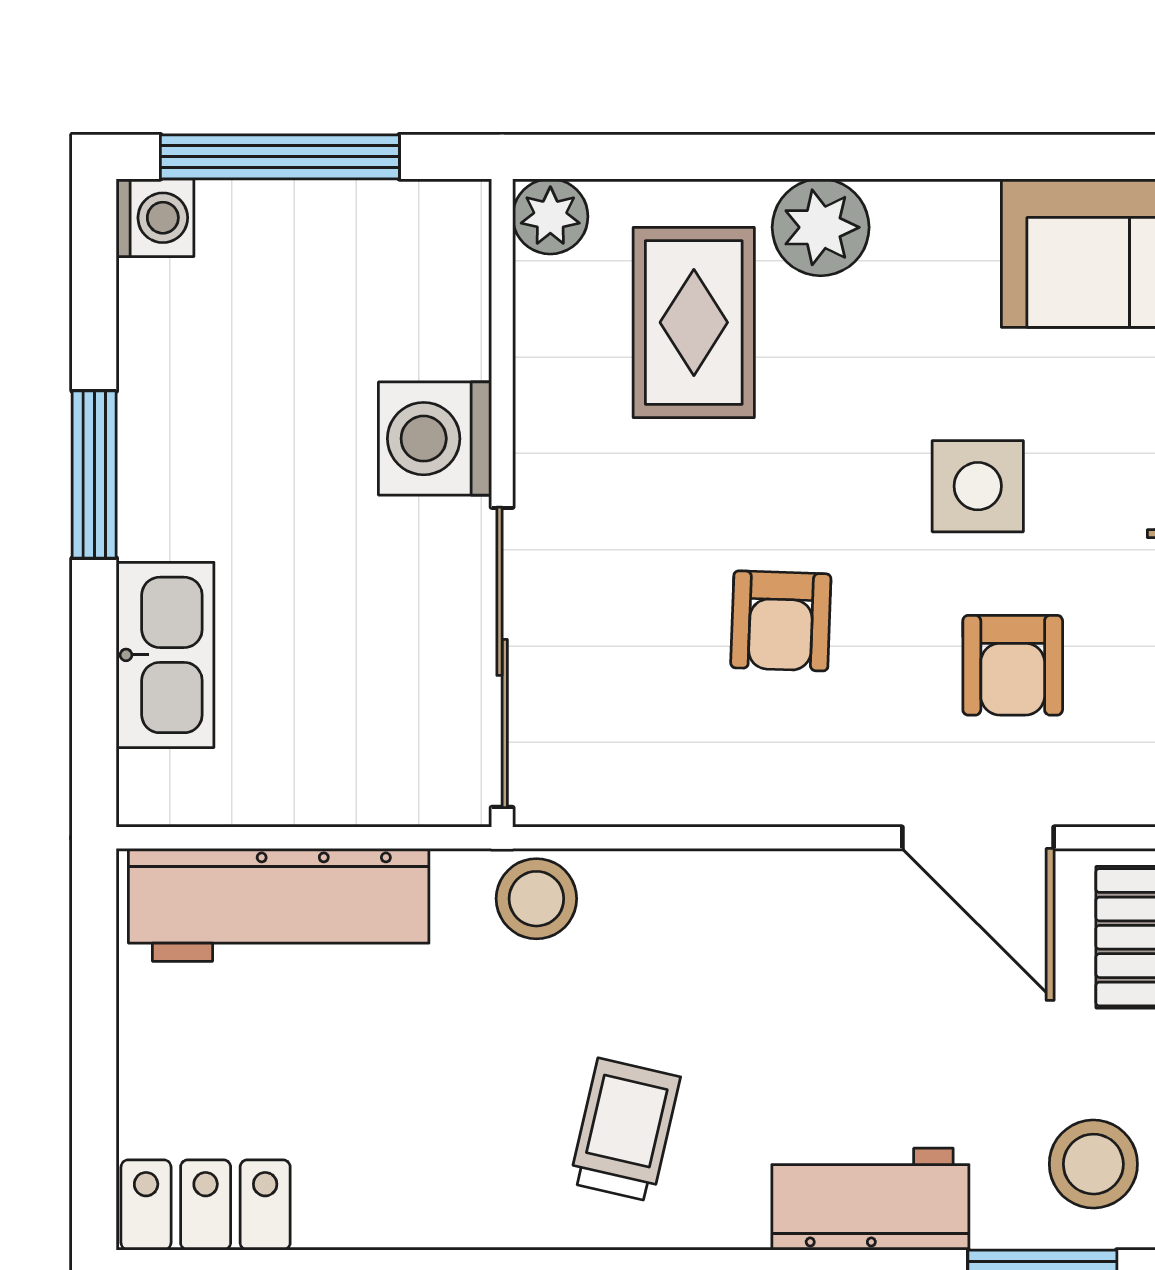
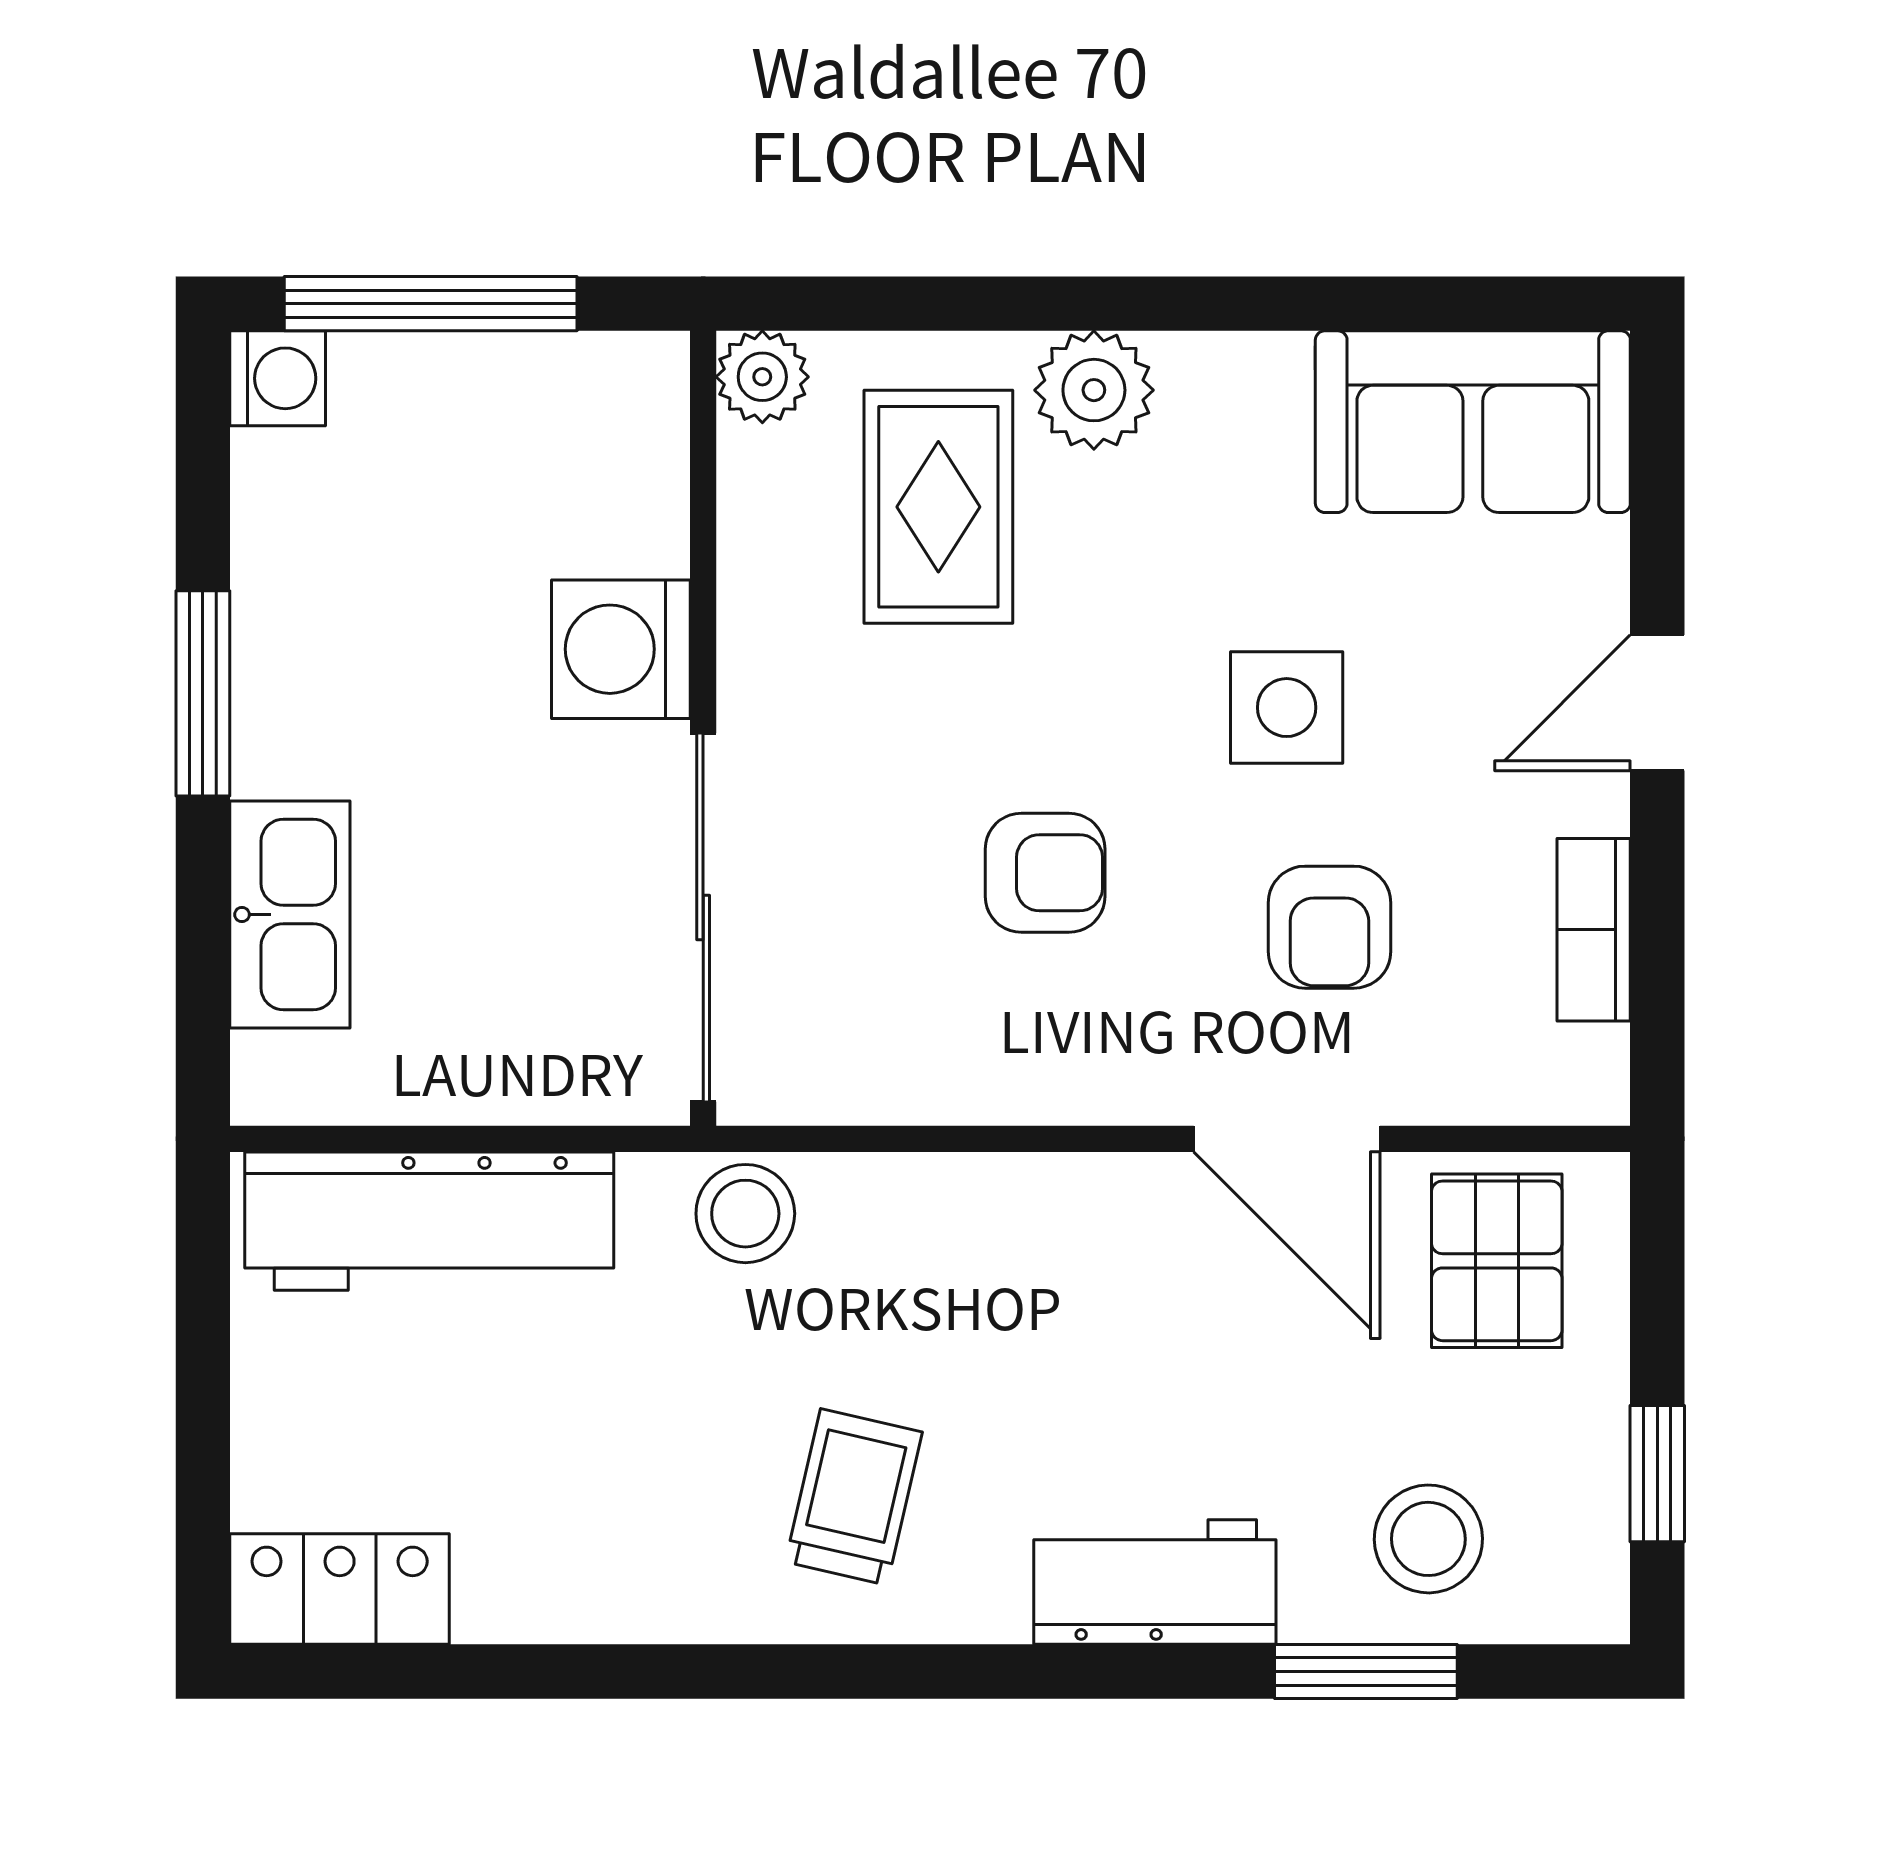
armchair: (781, 621) -> (1045, 873), turned -92

